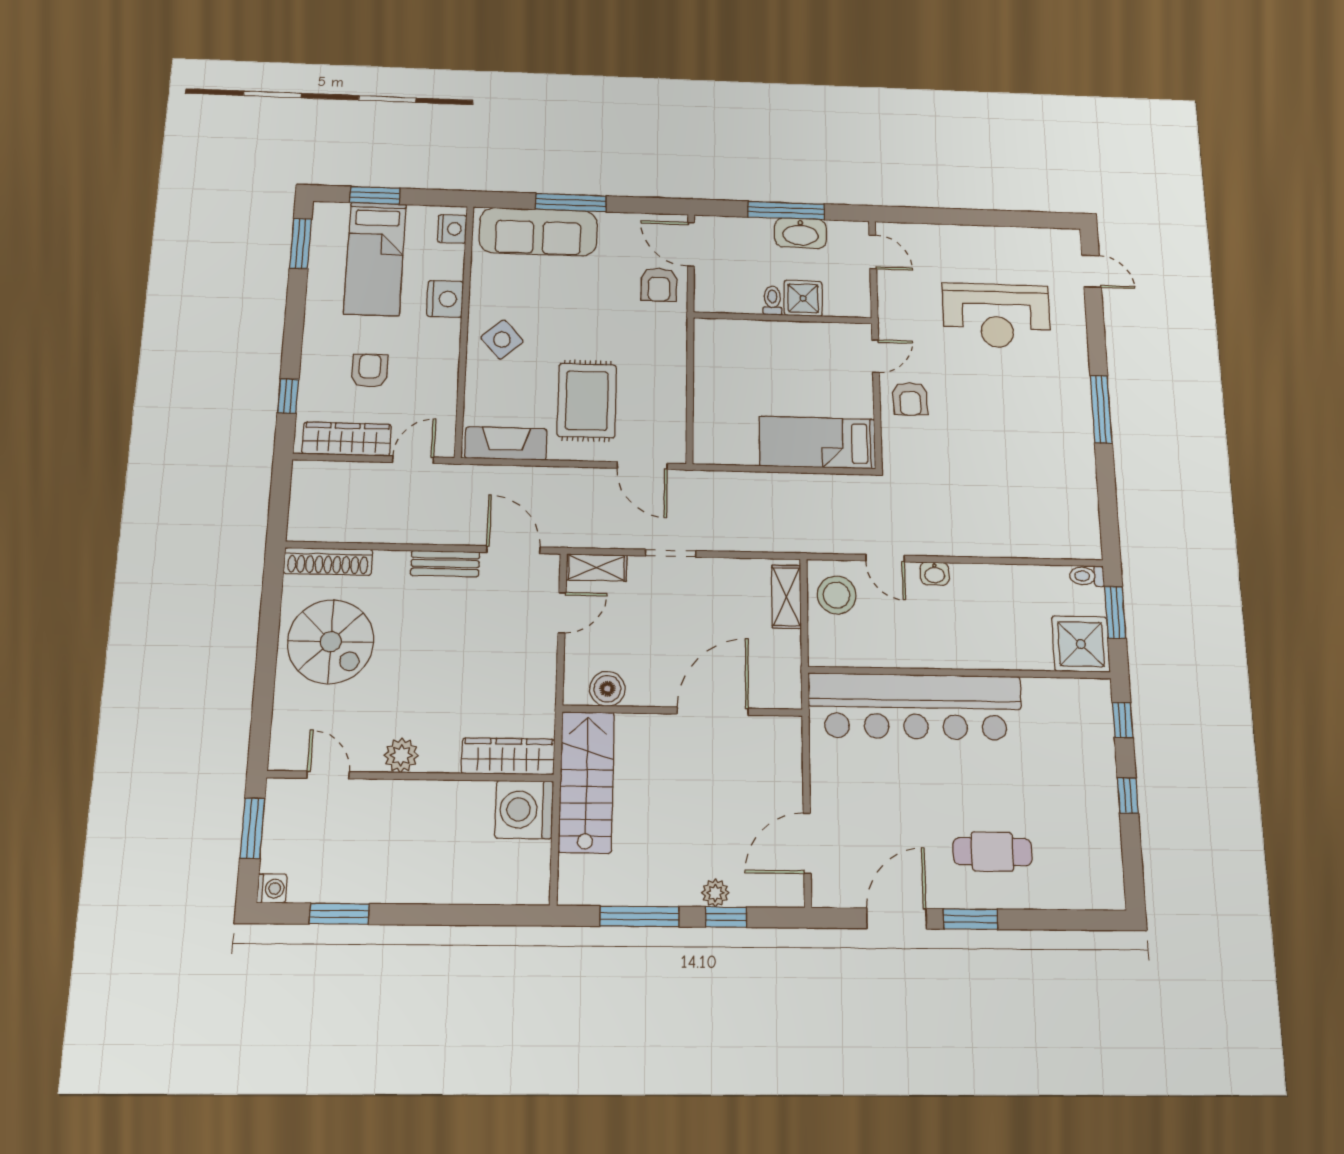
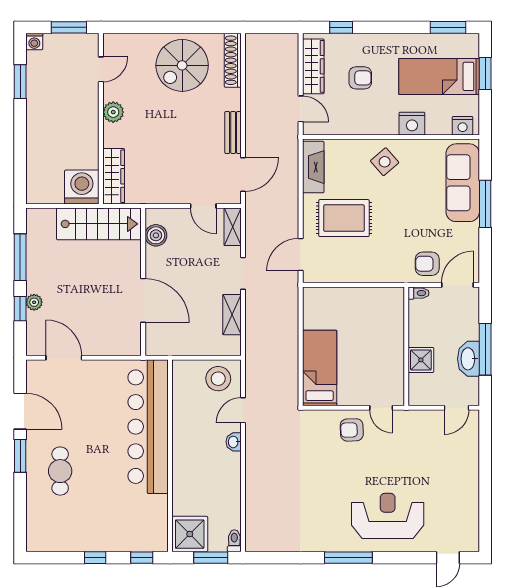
toilet: (772, 301) -> (419, 293), moved
reception desk: (997, 316) -> (388, 516), moved, turned 90
shelving: (786, 597) -> (232, 315), moved, turned 90

